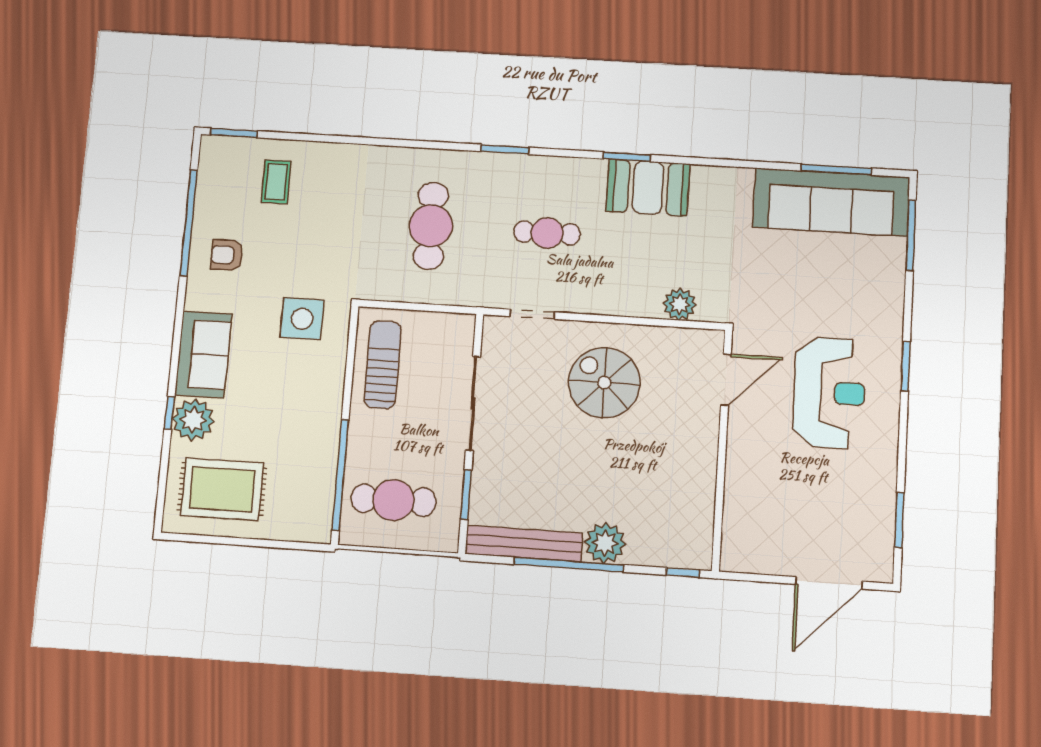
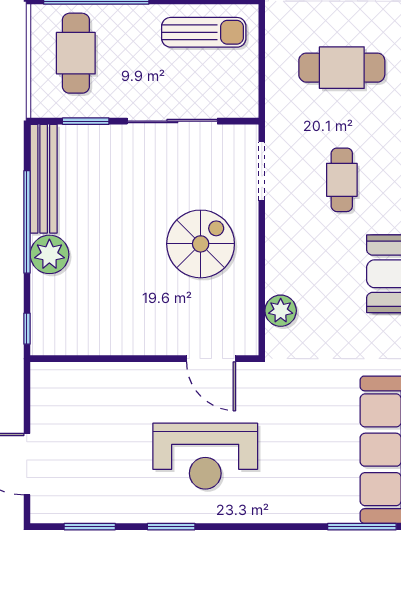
doorway: (532, 314) -> (262, 171), width x1.38
window: (906, 366) -> (171, 527), moved

